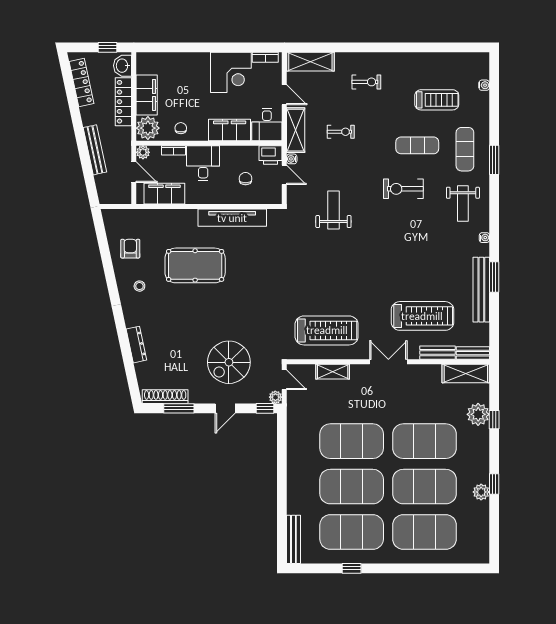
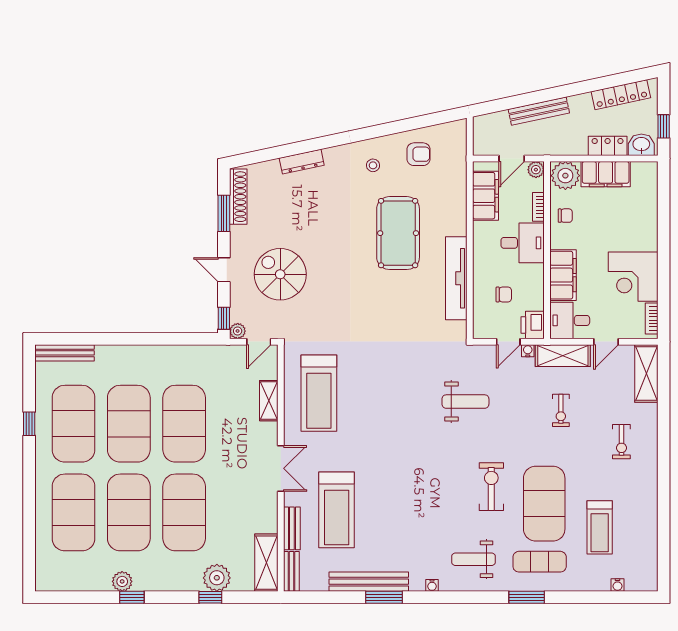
locker: (123, 102) -> (608, 146), width x0.66
exercise mat: (417, 145) -> (544, 504), width x2.00, depth x1.45

